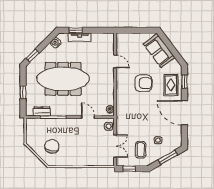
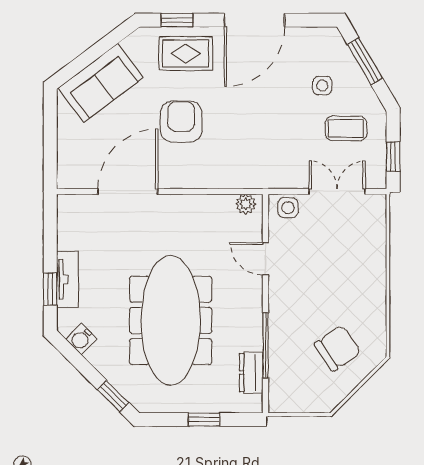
door: (115, 62) -> (128, 192), width x1.87
door: (88, 117) -> (265, 259), hinge flipped
chair: (52, 146) -> (338, 348), turned 133

